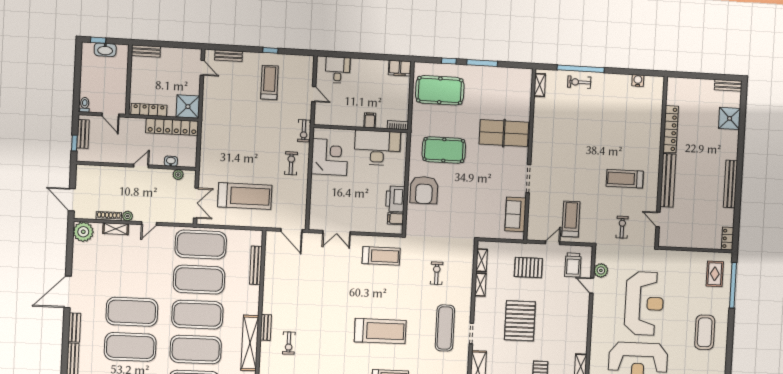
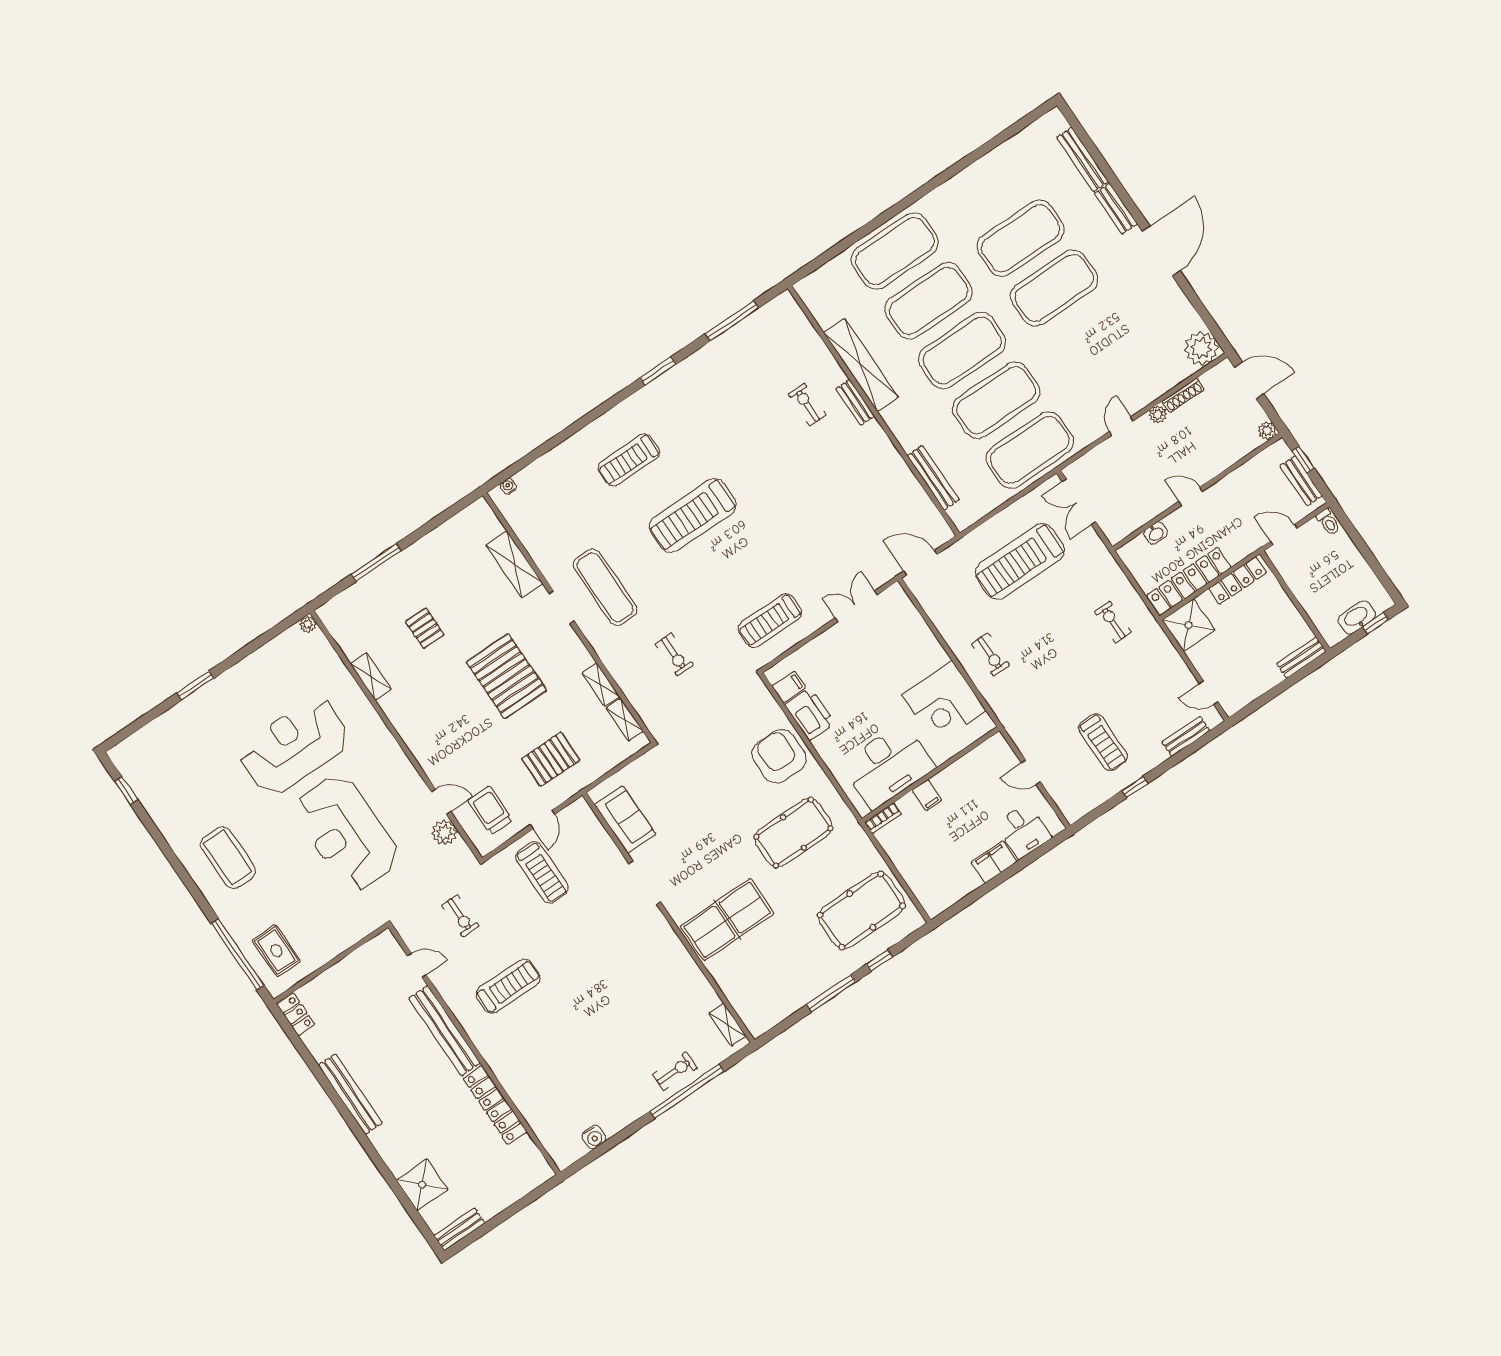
filing cabinet: (400, 68) -> (994, 862), moved
exercise bike: (304, 131) -> (1113, 622), moved
door: (141, 166) -> (1191, 496), swing flipped
plant: (178, 175) -> (1267, 431), moved
shelving: (116, 229) -> (1161, 385), removed

